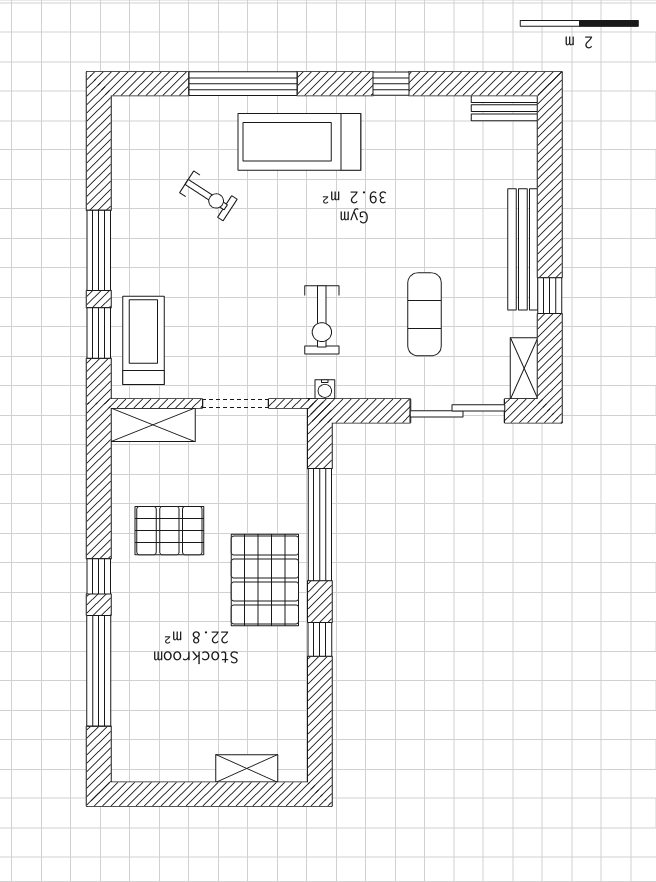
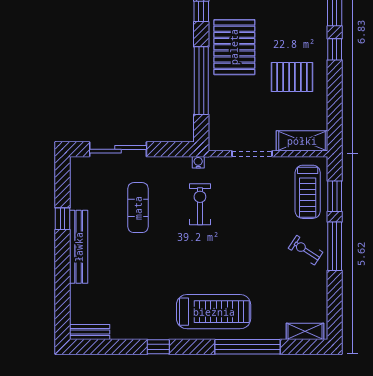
exercise bike: (208, 196) -> (306, 250), moved
shelving: (524, 368) -> (305, 331), moved, turned 90

